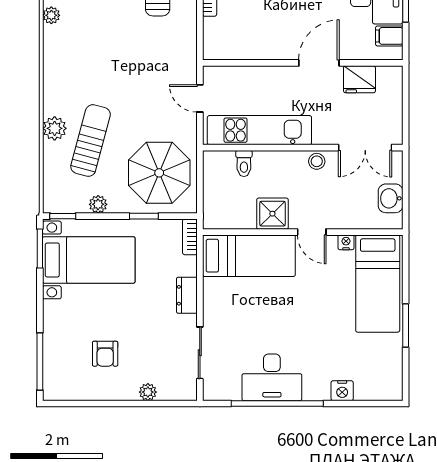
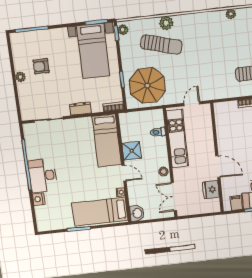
washbasin: (391, 198) -> (137, 213), moved, turned 90
plant: (98, 204) -> (123, 30), moved
door: (312, 232) -> (124, 173), swing flipped
desk: (272, 377) -> (43, 176), moved
plant: (148, 392) -> (20, 77), moved

